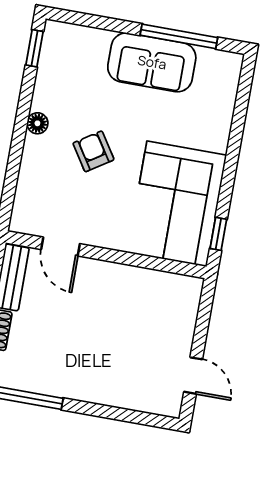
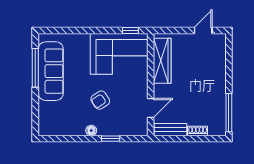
window: (34, 48) -> (111, 139), moved
sofa: (152, 62) -> (51, 71), width x1.36
wardrobe: (148, 285) -> (162, 61), added

